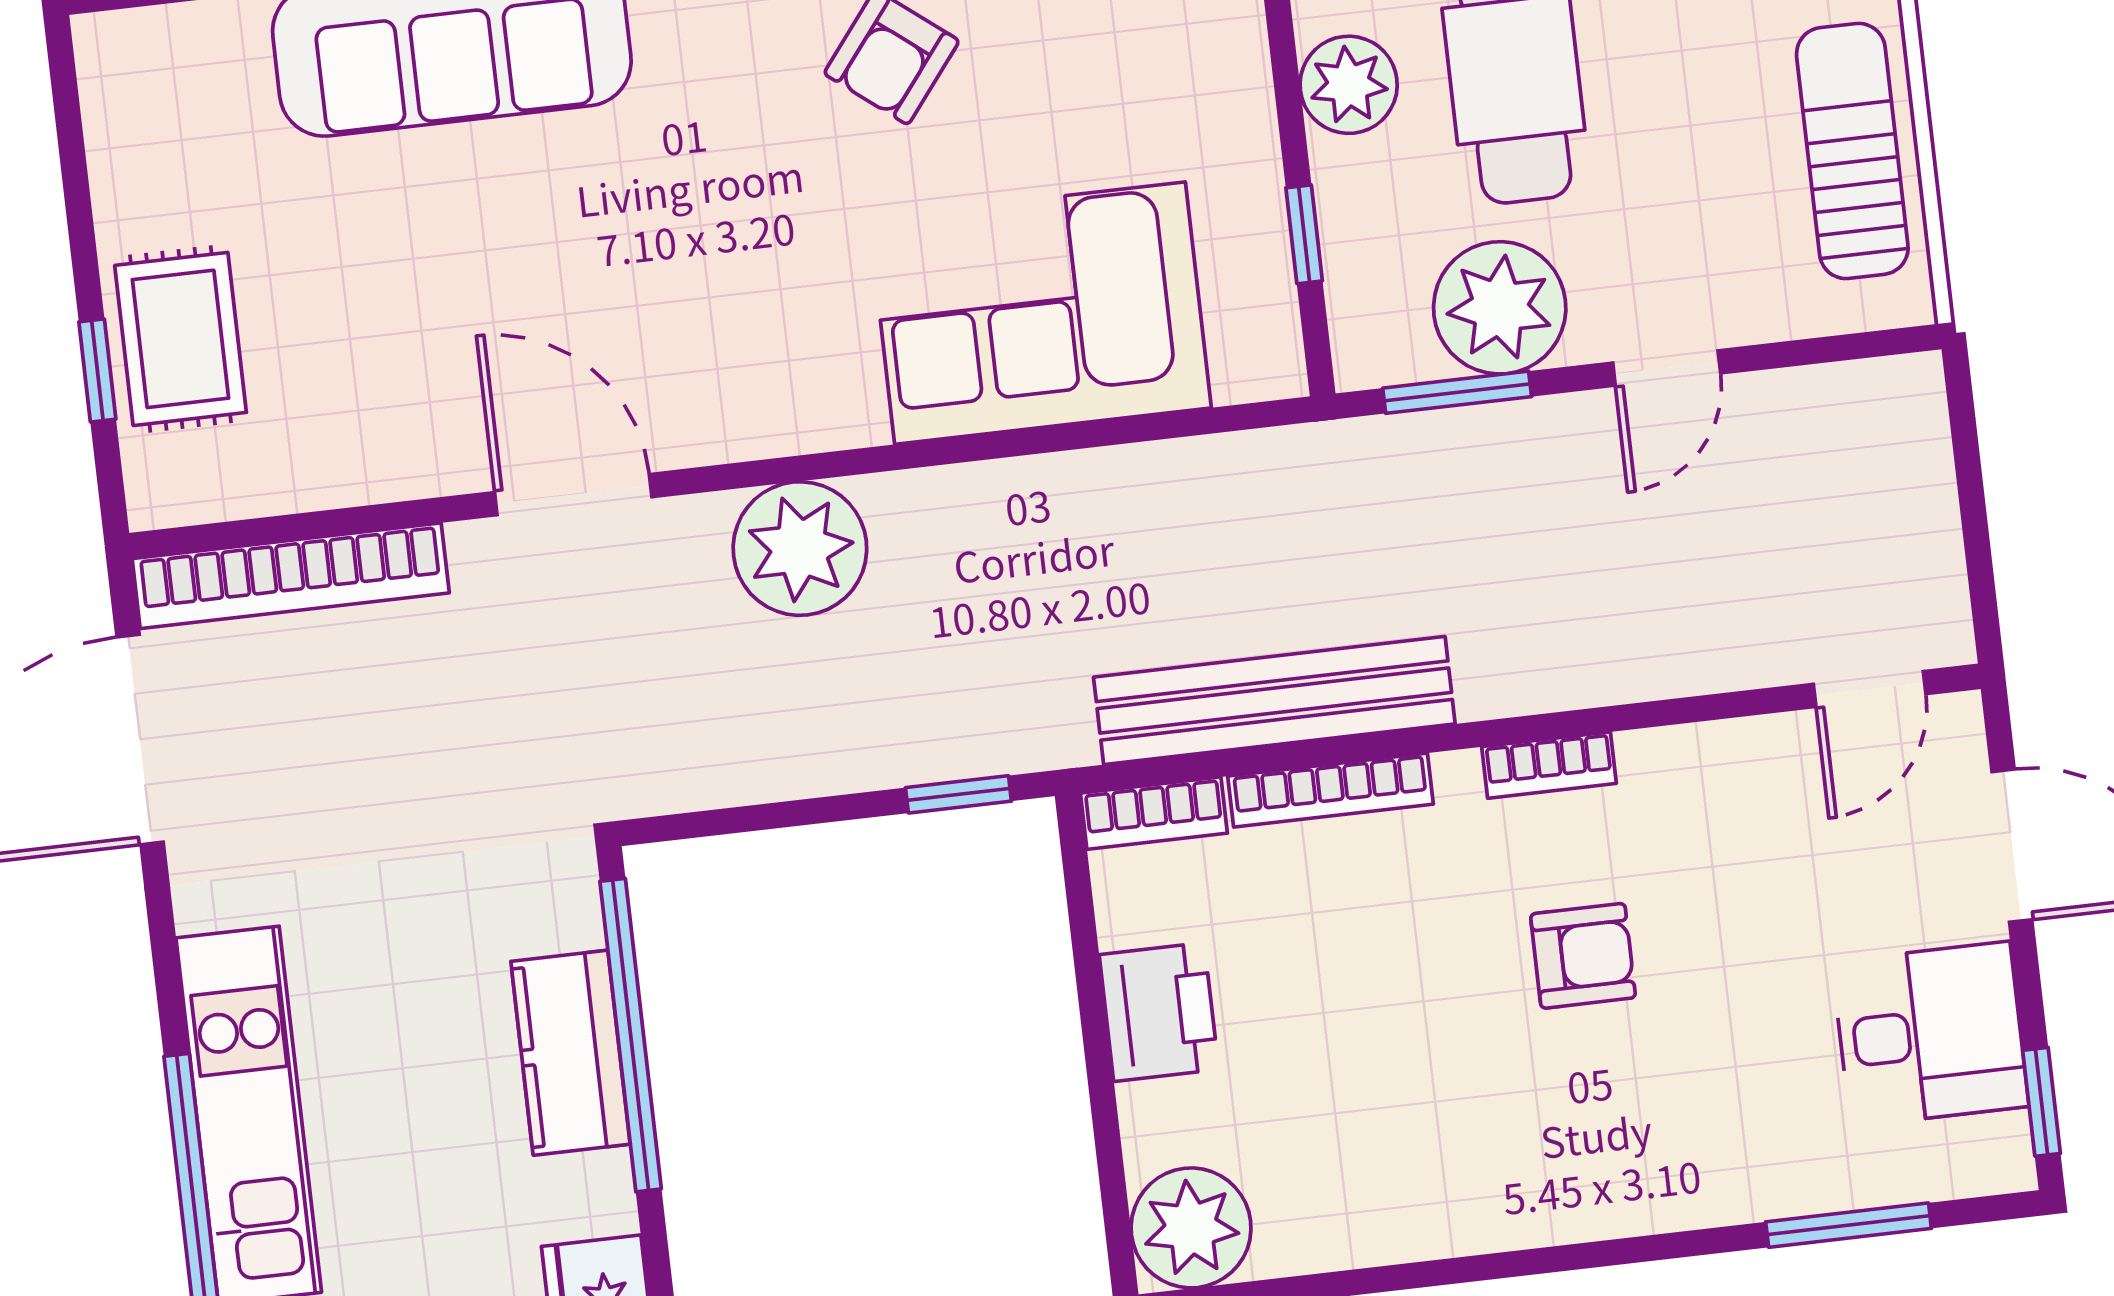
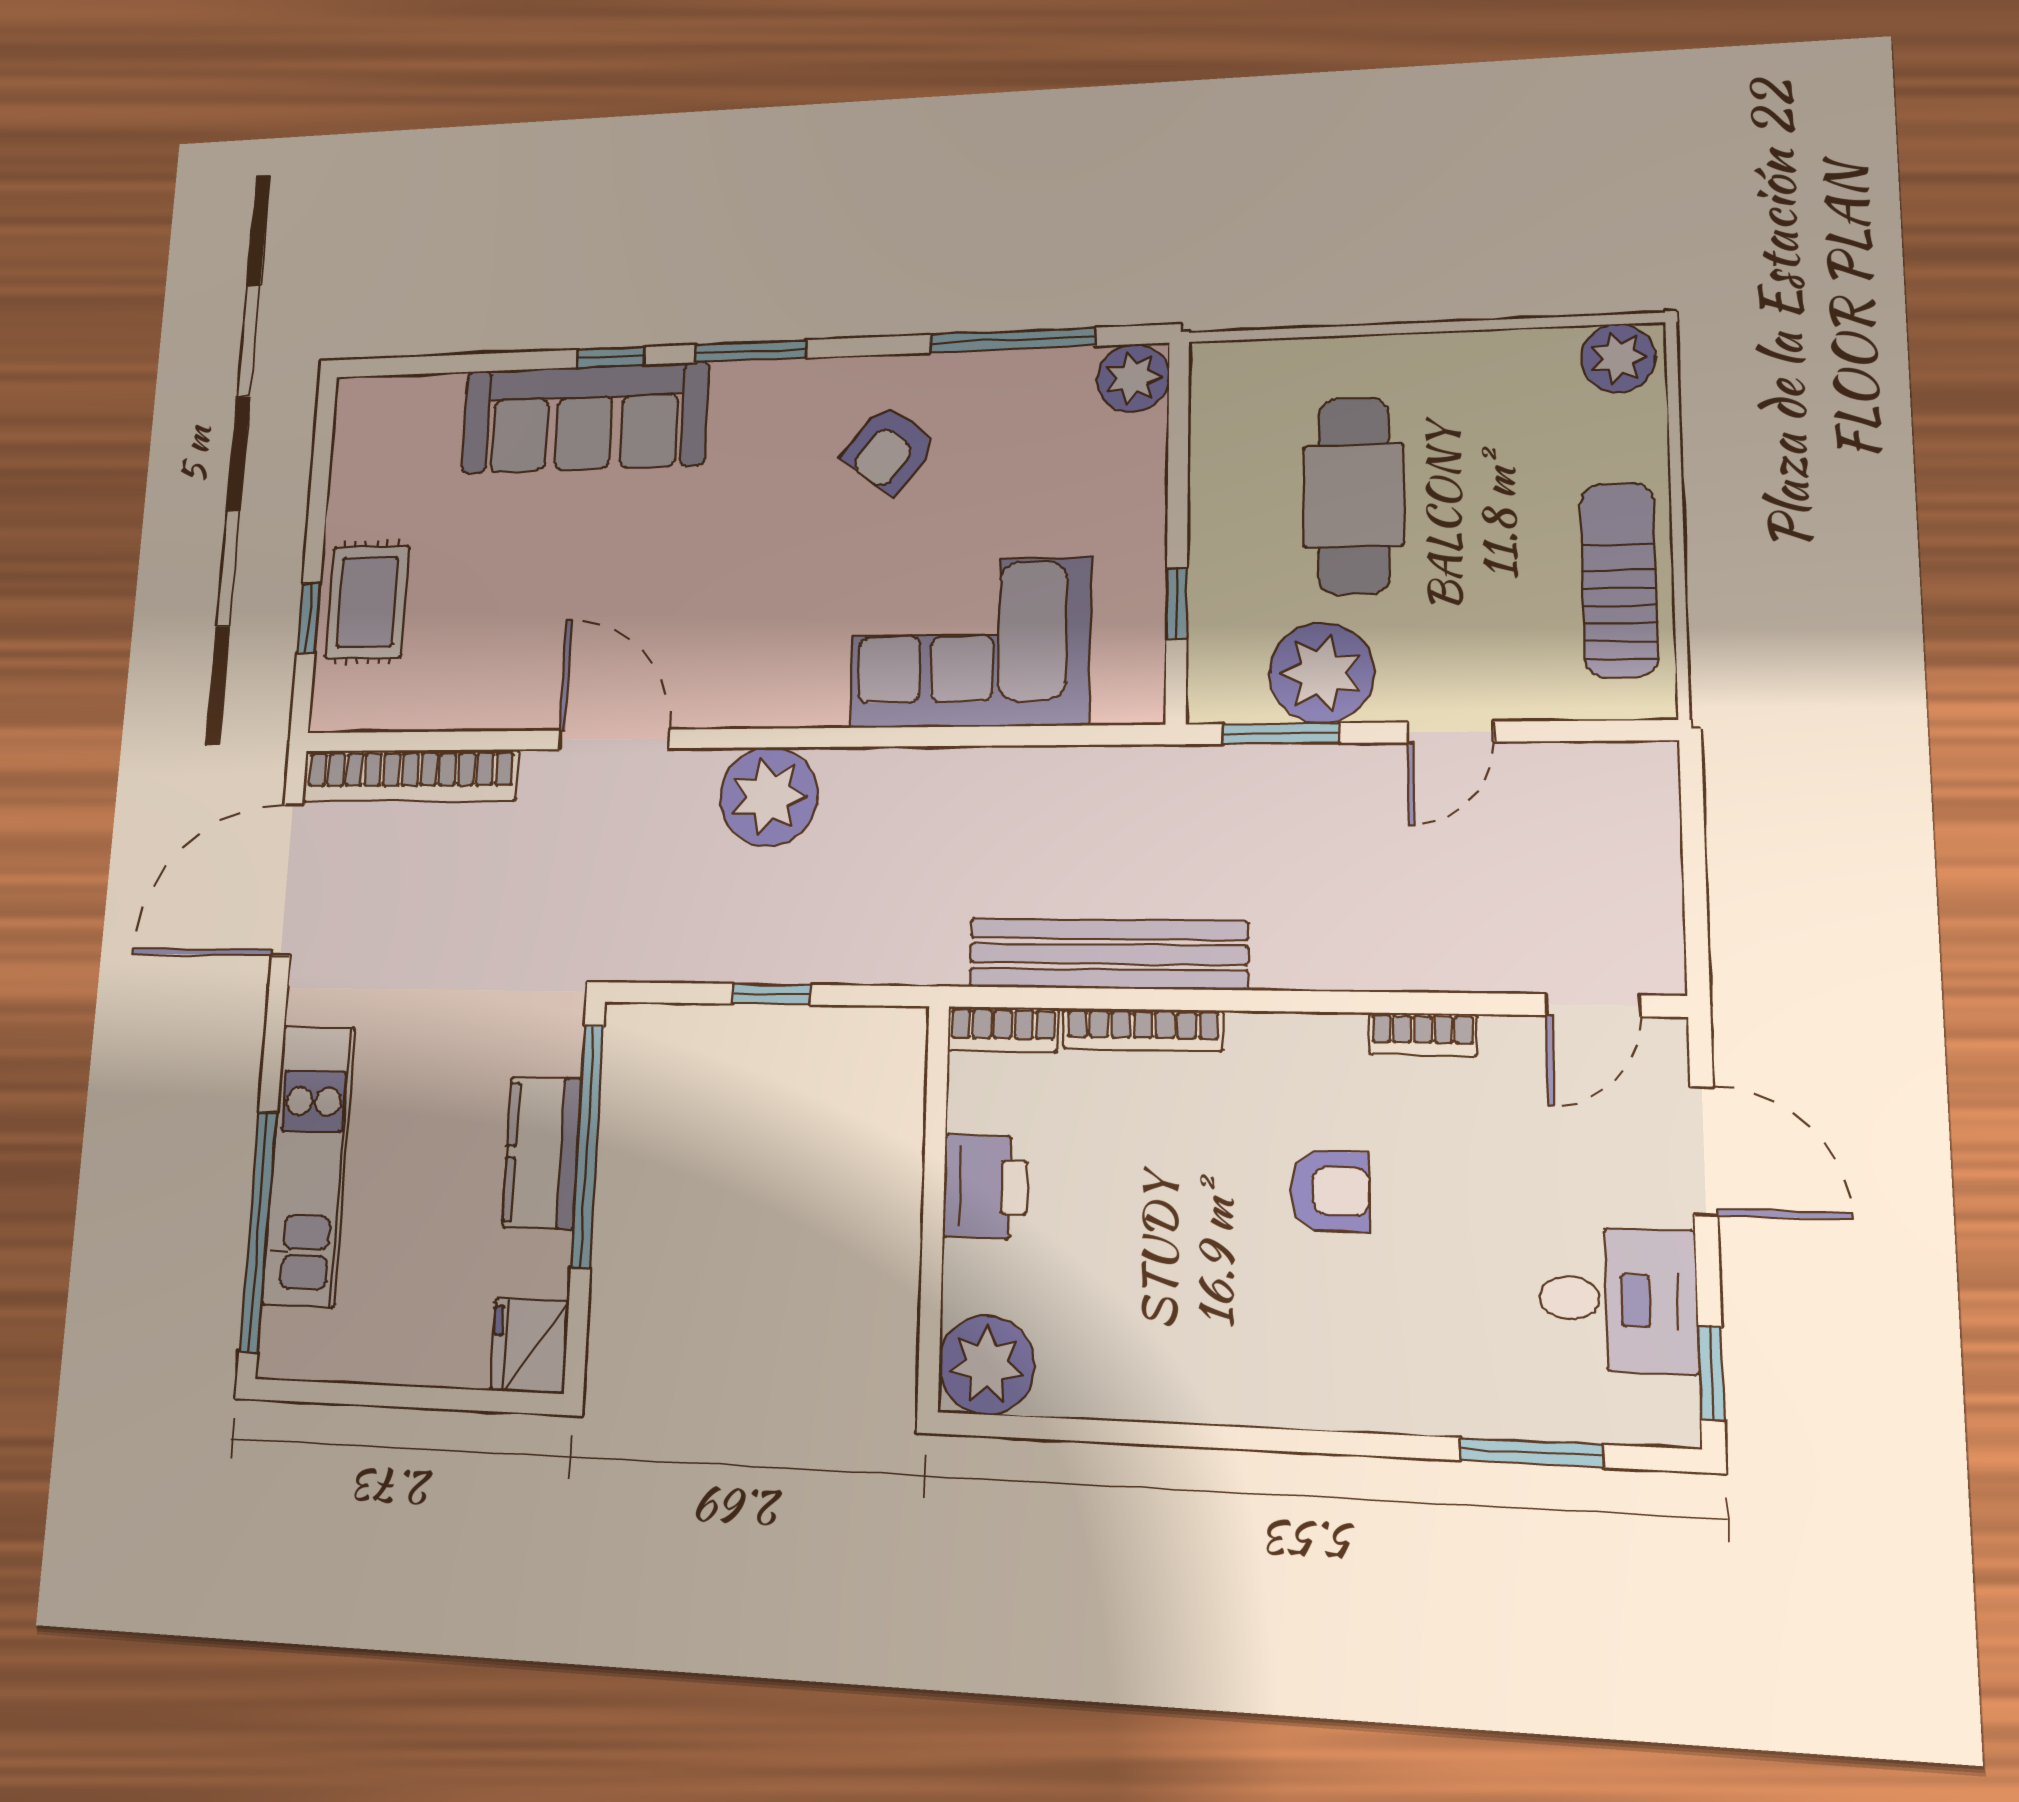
plant: (1349, 85) -> (1225, 497), removed
bookcase: (1549, 765) -> (1423, 1034), moved
window: (958, 794) -> (771, 994), moved

